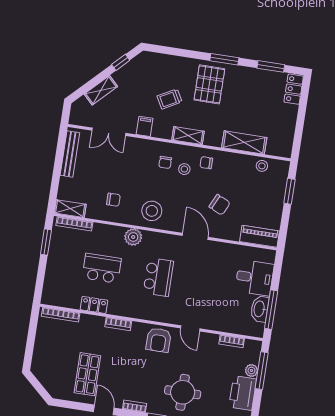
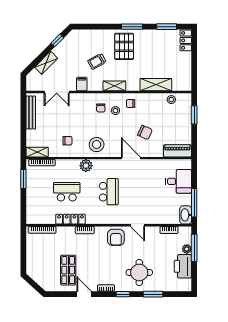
locker: (94, 305) -> (71, 219), width x1.53
washbasin: (260, 309) -> (186, 215), moved

